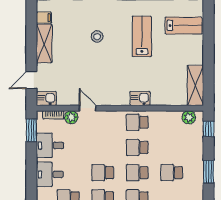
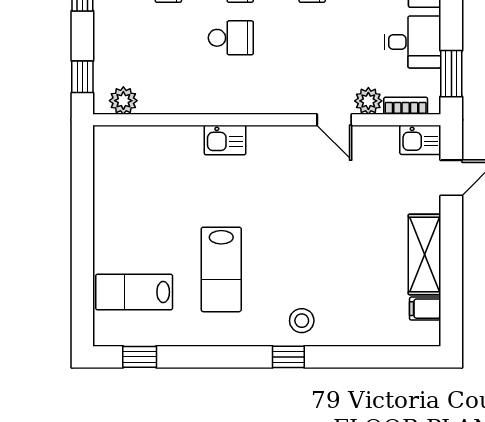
stool: (97, 37) -> (302, 321), moved
shelving: (195, 85) -> (110, 167), removed
school desk: (137, 122) -> (231, 90), removed

